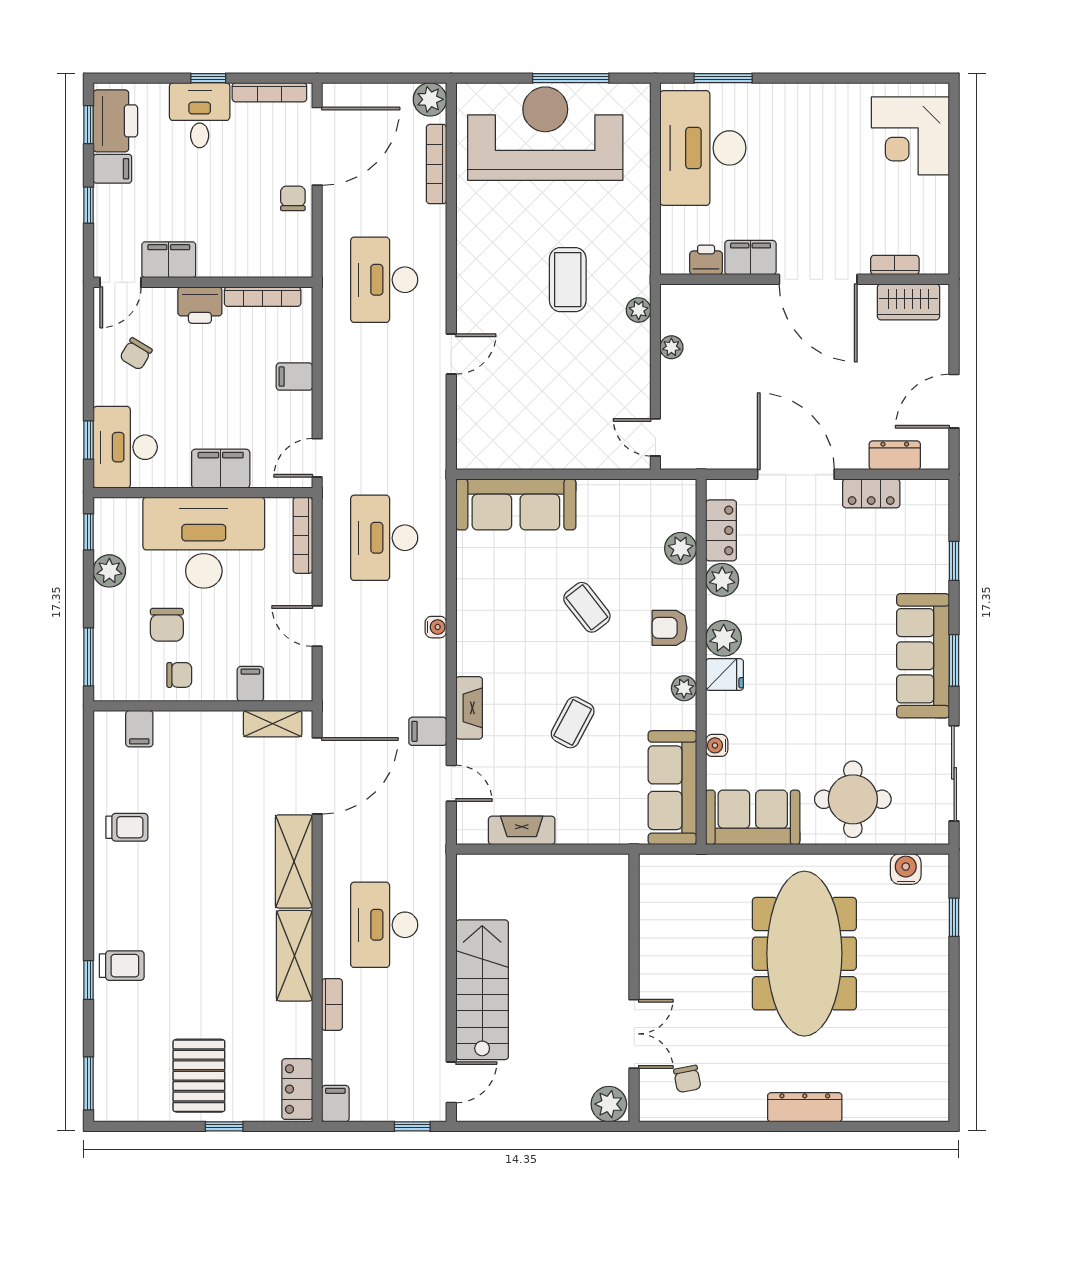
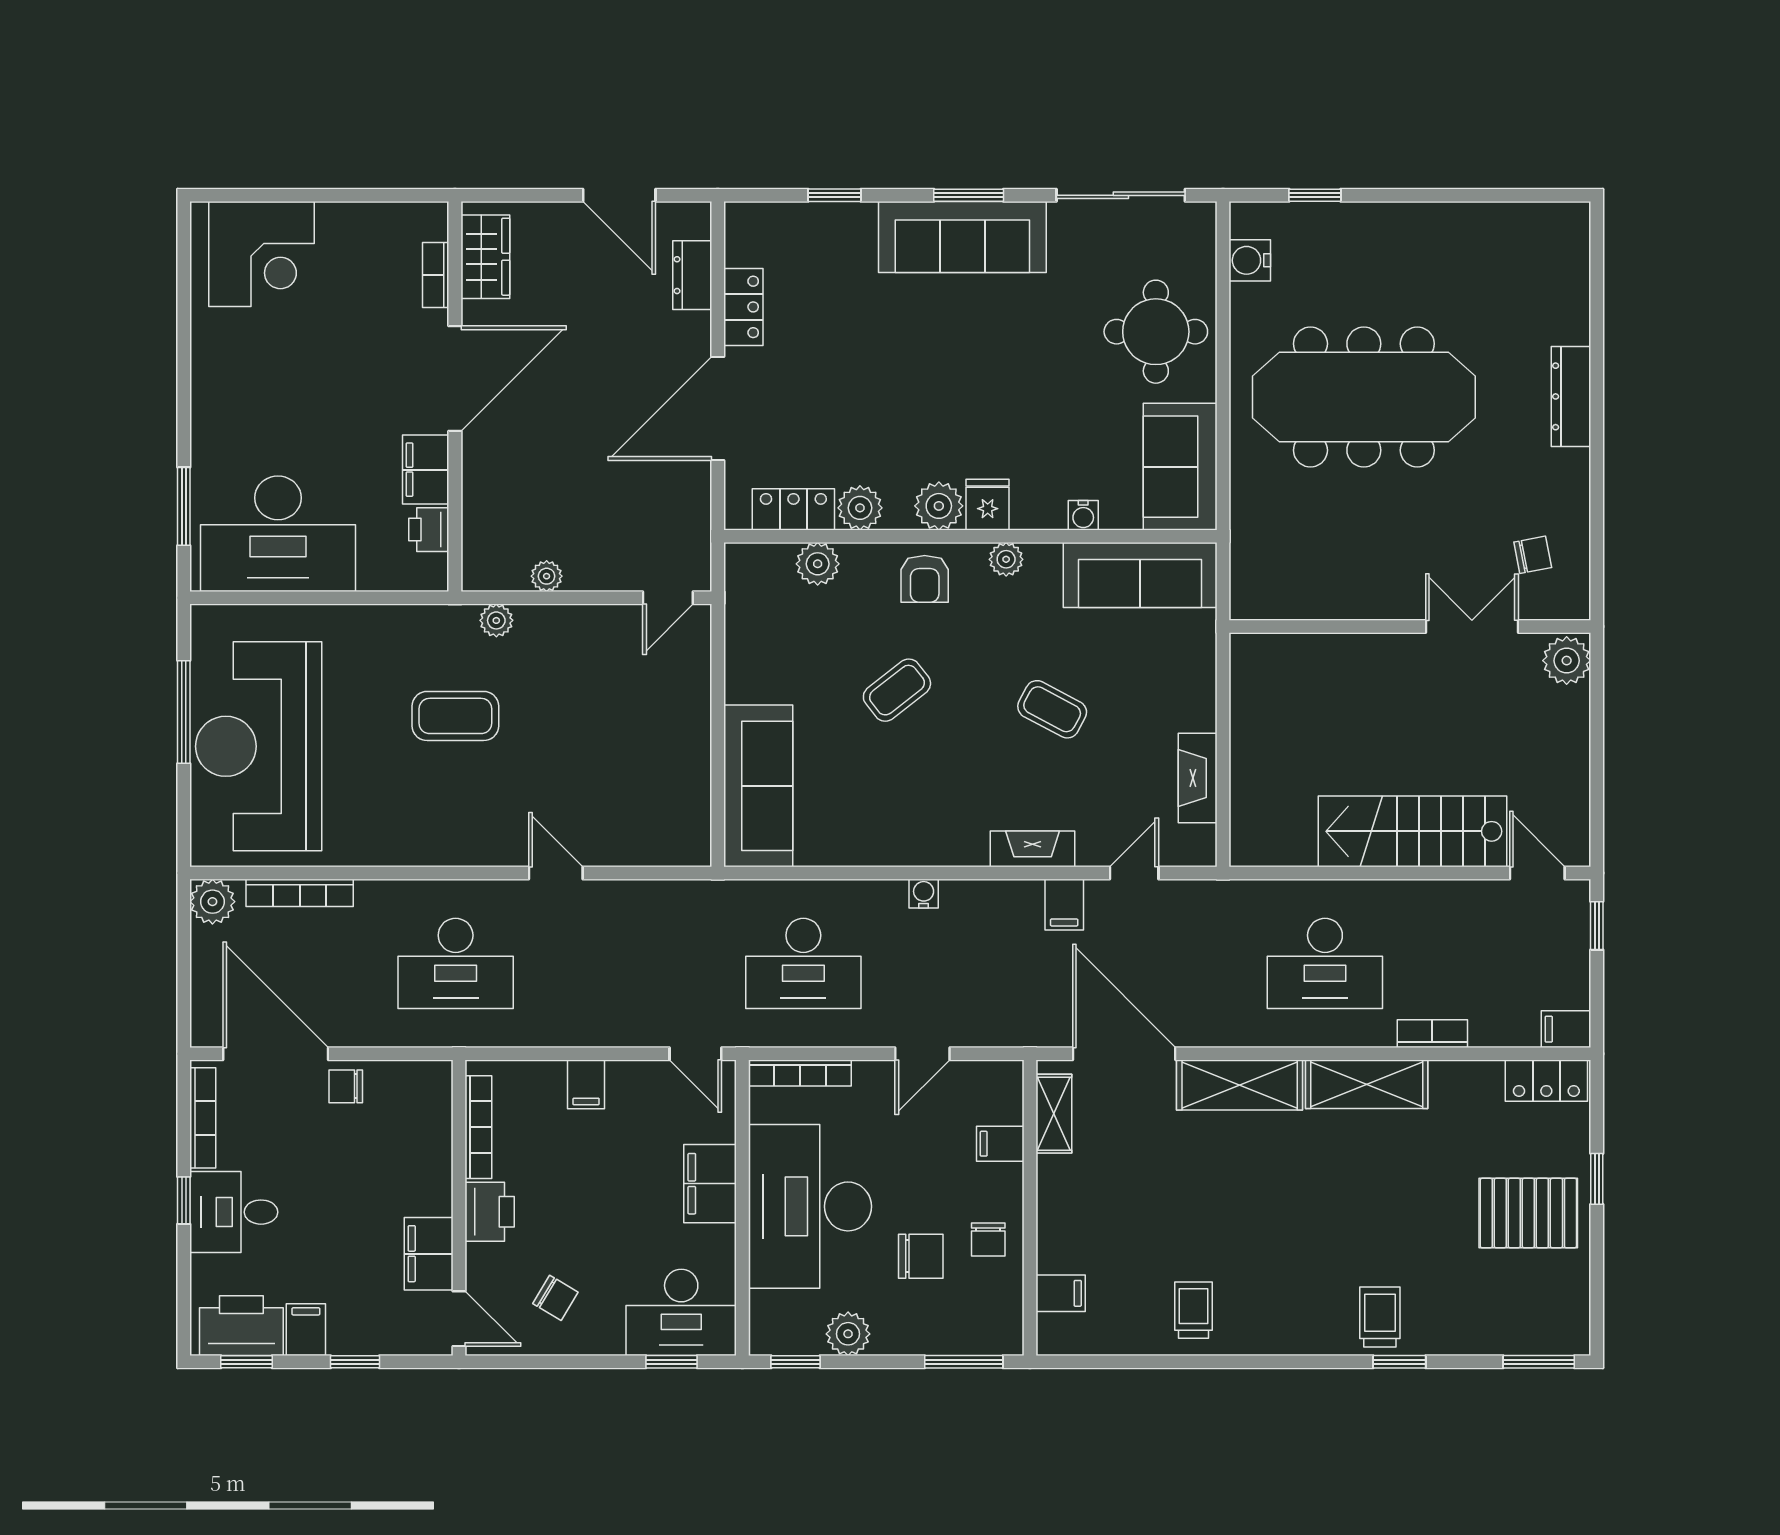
chair: (179, 675) -> (988, 1239), turned 180

